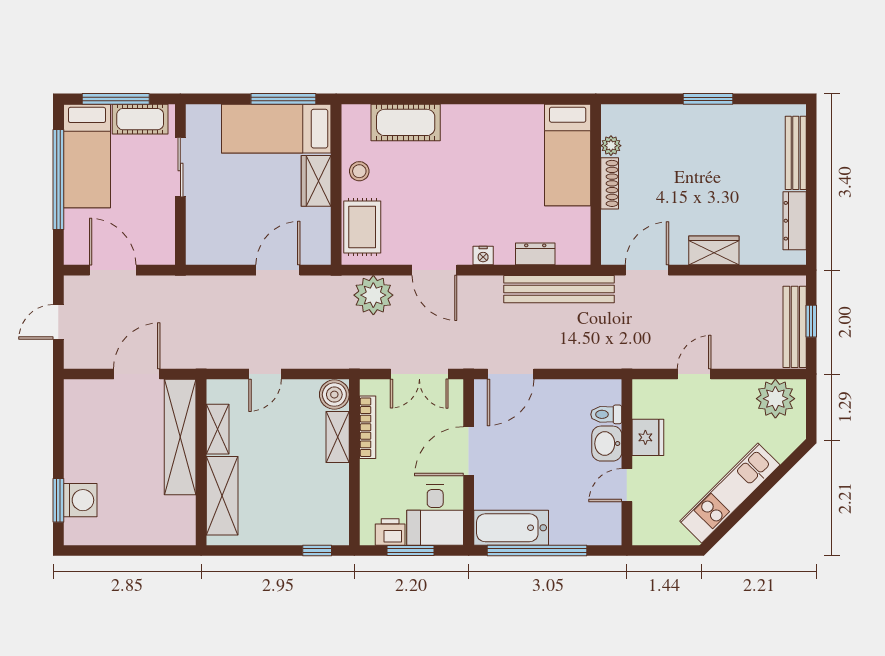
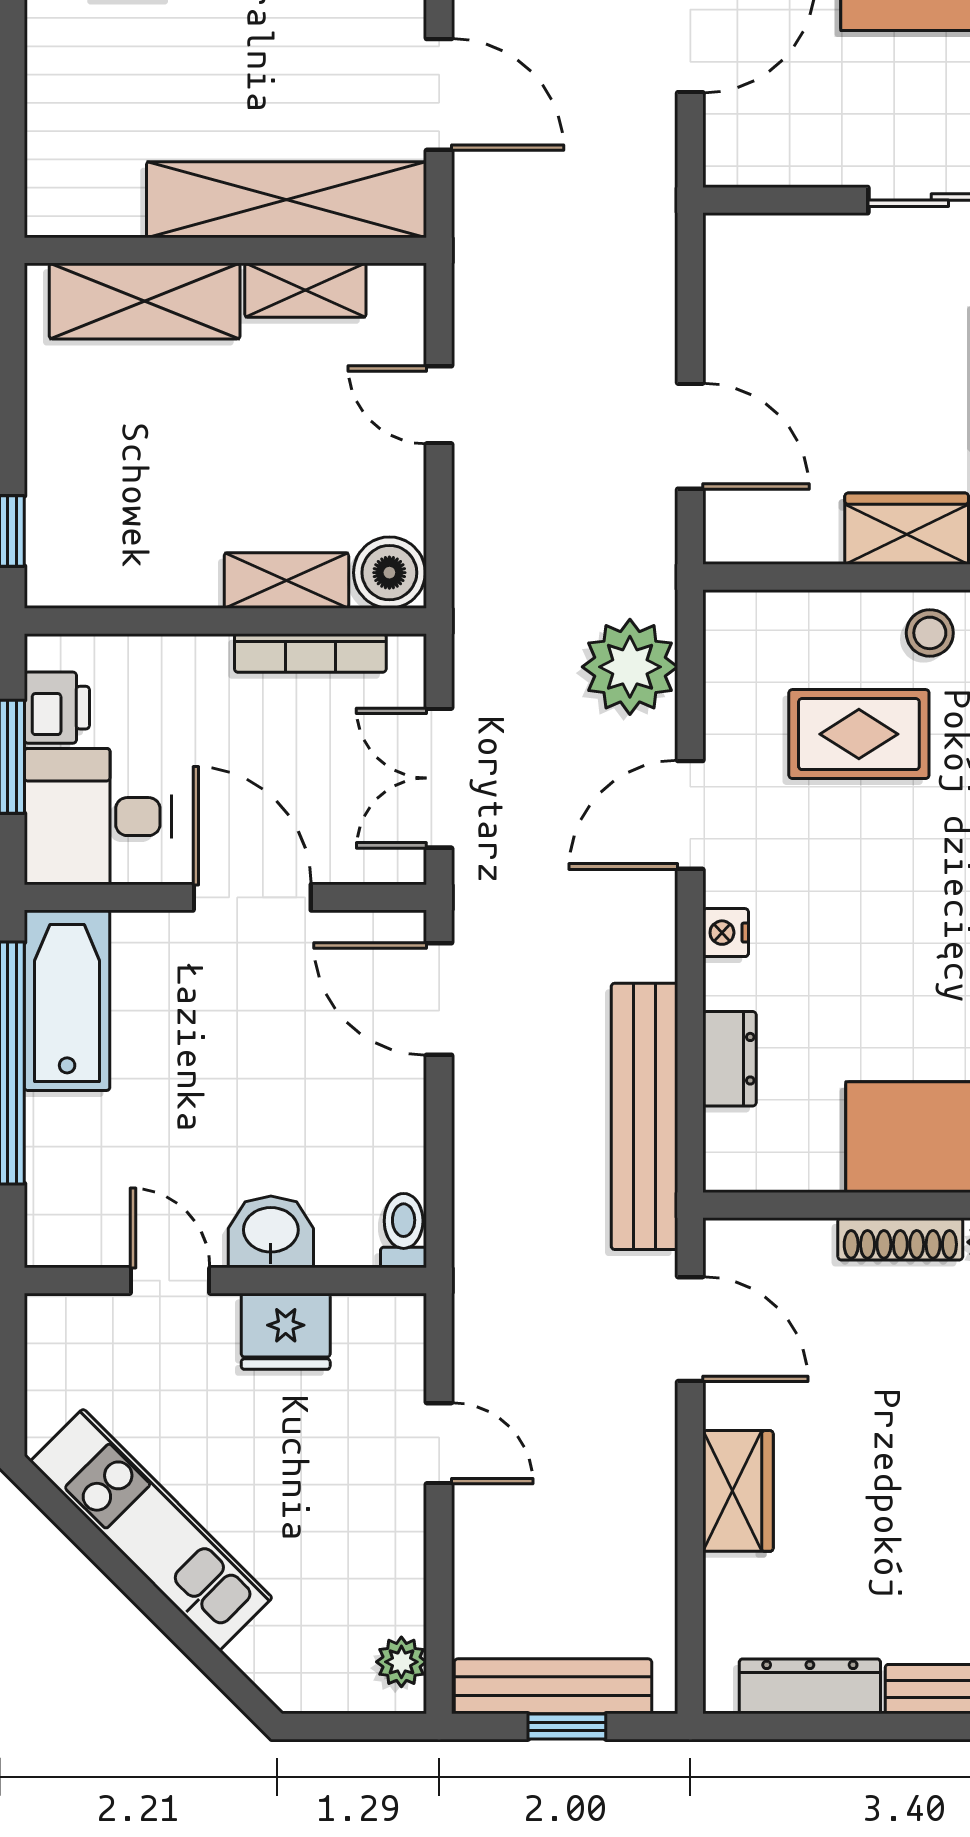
rug: (362, 227) -> (859, 734), moved
plant: (775, 399) -> (401, 1662), width x0.53, depth x0.53
toilet: (606, 414) -> (404, 1231), moved

